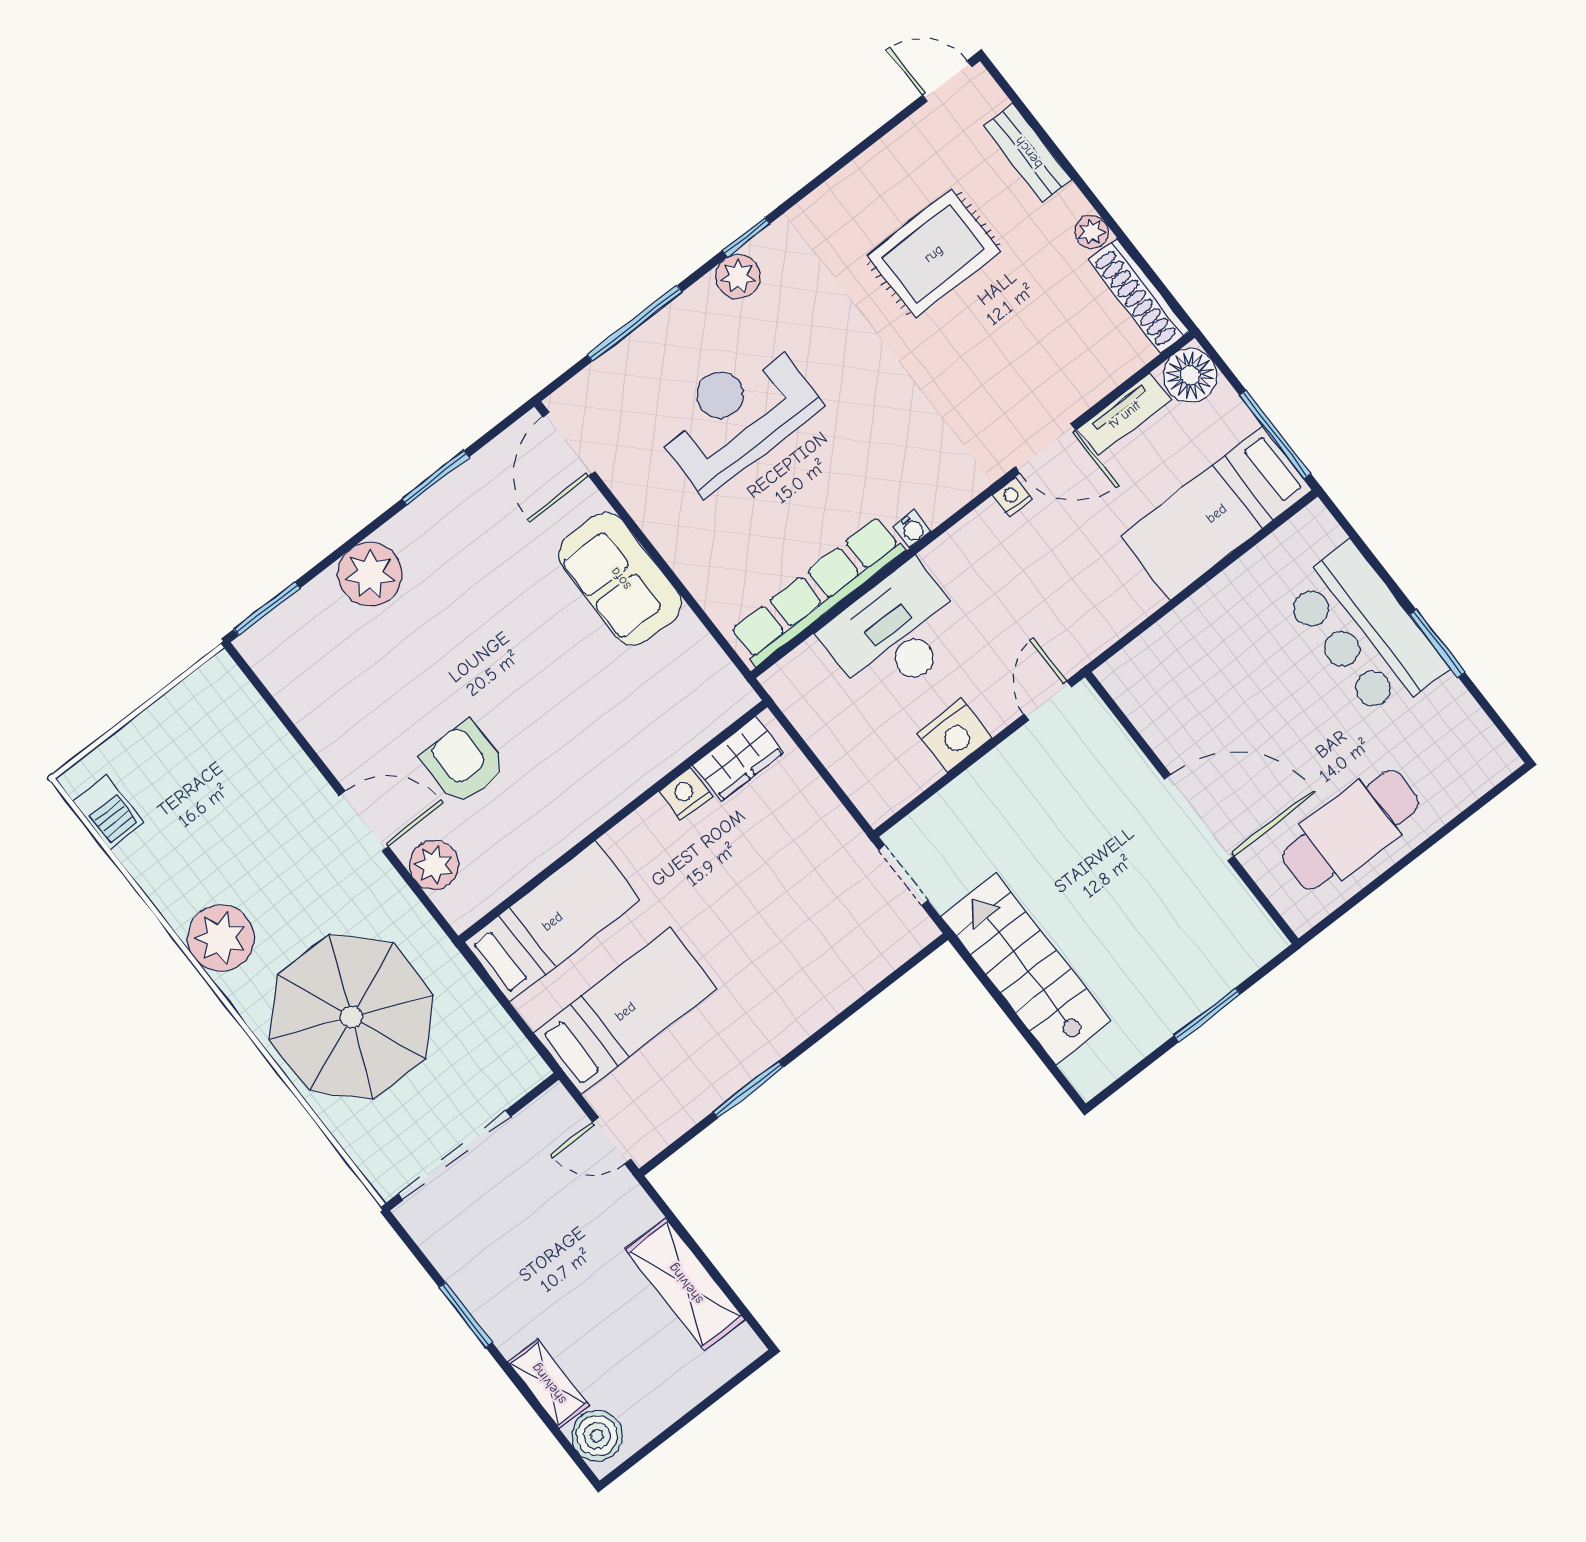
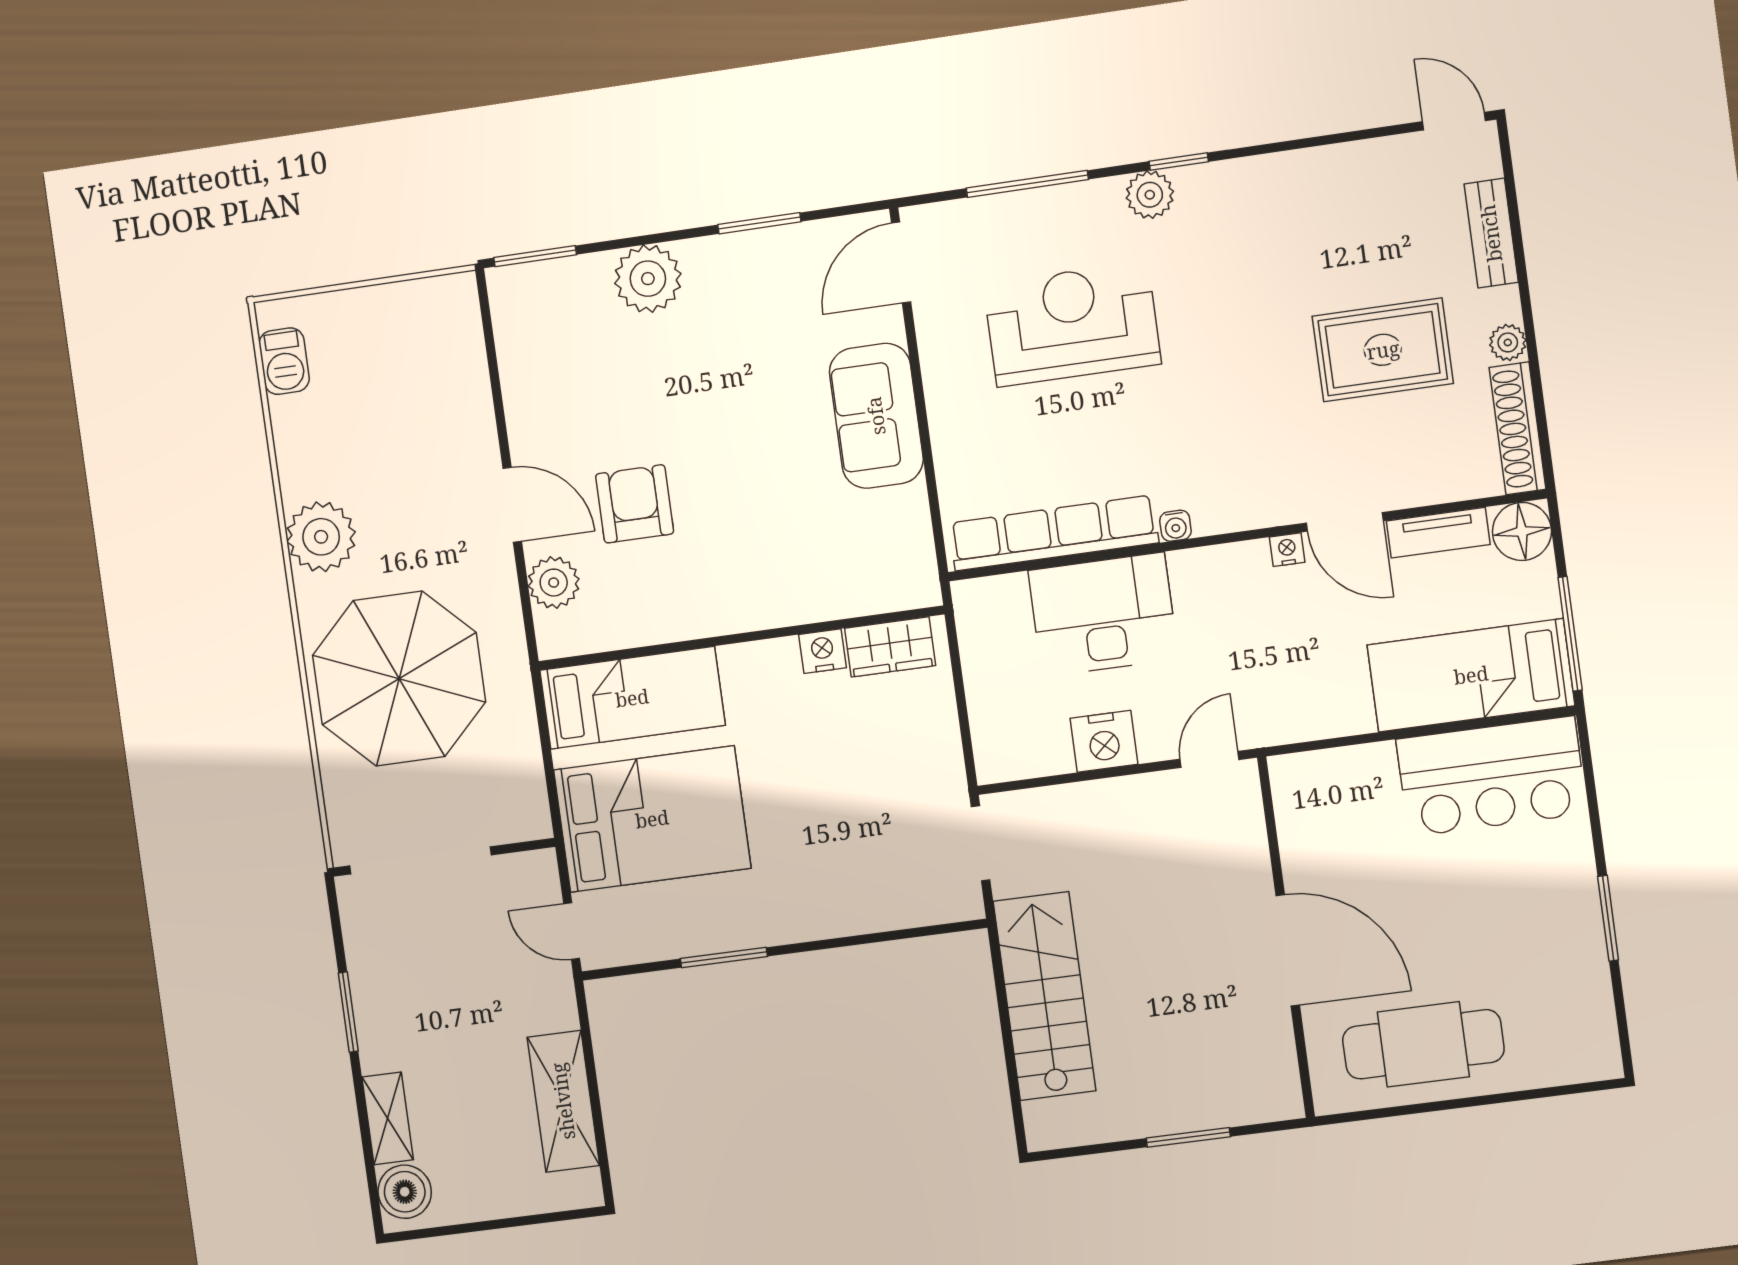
rug: (933, 253) -> (1383, 350), moved
bar counter: (1364, 631) -> (1491, 776), moved, turned -90
bed: (625, 1011) -> (652, 819), width x1.50

